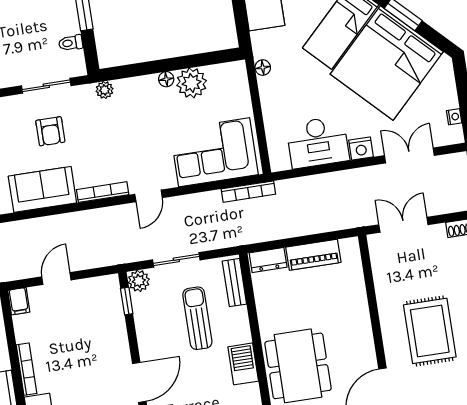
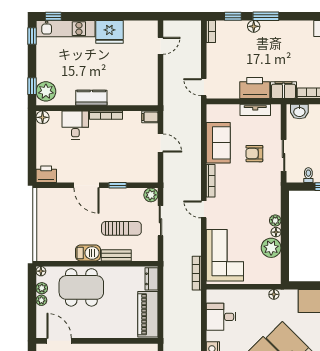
plant: (105, 90) -> (275, 221), moved
desk: (318, 142) -> (221, 317), width x0.73
piano: (313, 255) -> (148, 314), width x1.37, depth x1.33
bench: (234, 283) -> (116, 255), moved
window: (127, 301) -> (118, 185), moved

